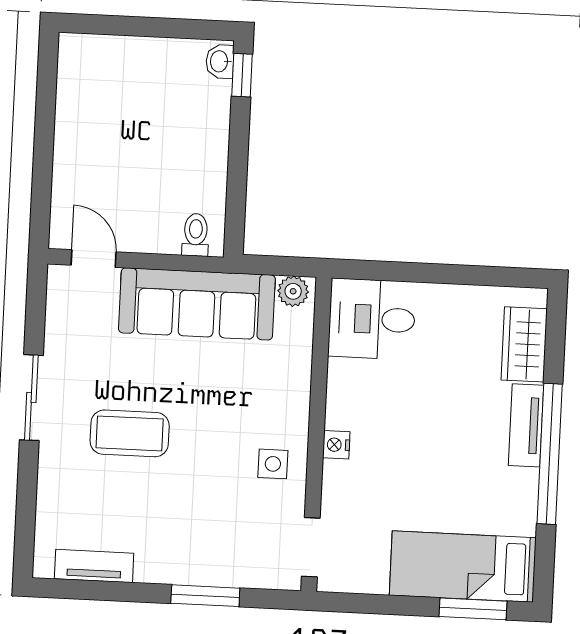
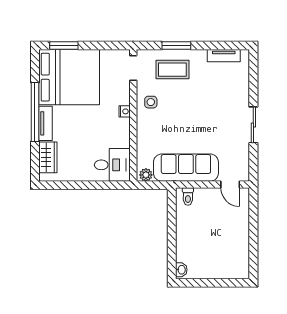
window: (242, 75) -> (172, 264), removed
coffee table: (130, 433) -> (172, 70), moved
bed: (463, 567) -> (69, 77), width x2.04

